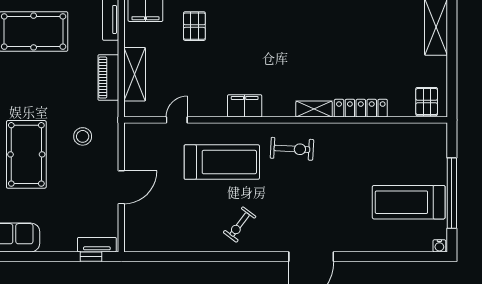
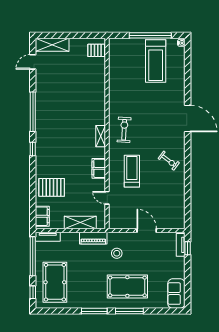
pallet: (194, 26) -> (52, 187), width x1.50, depth x1.42
piano: (108, 77) -> (93, 238), moved
filing cabinet: (245, 106) -> (99, 168), moved
locker: (361, 108) -> (100, 89), removed
shelving: (314, 109) -> (101, 136), moved
treadmill: (222, 162) -> (132, 171), width x0.73, depth x0.73

